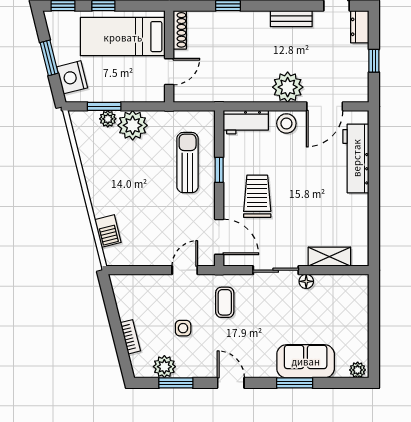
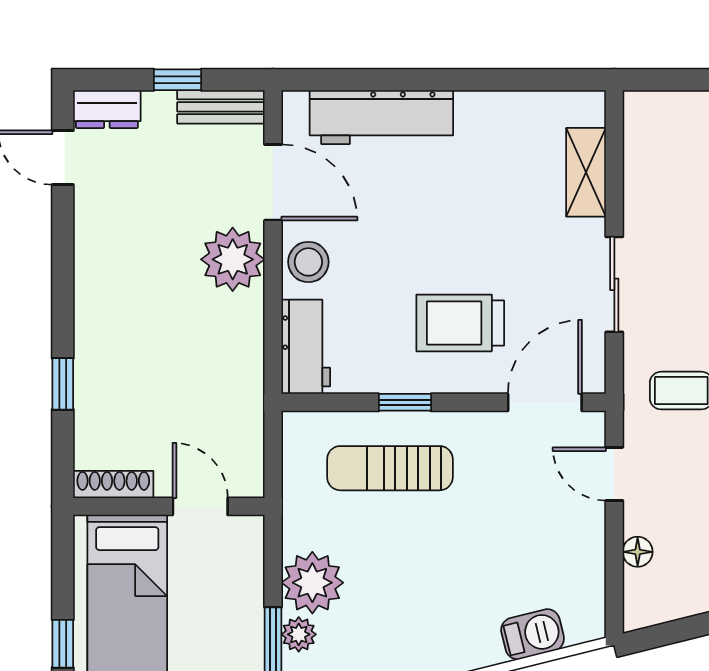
bench: (291, 19) -> (221, 107), moved, turned 90
floor lamp: (306, 281) -> (638, 552), moved

